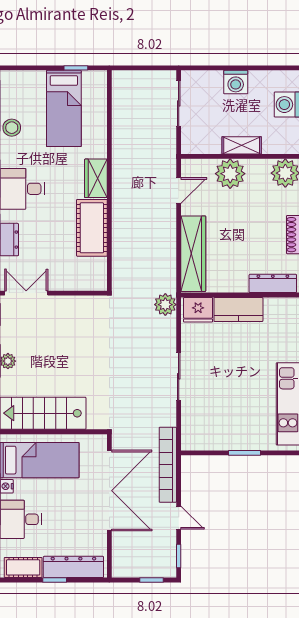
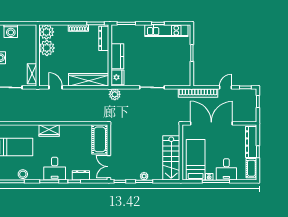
shelving: (242, 145) -> (32, 74), moved
plant: (230, 174) -> (47, 48), moved
cot: (92, 228) -> (100, 139), moved, turned 90

